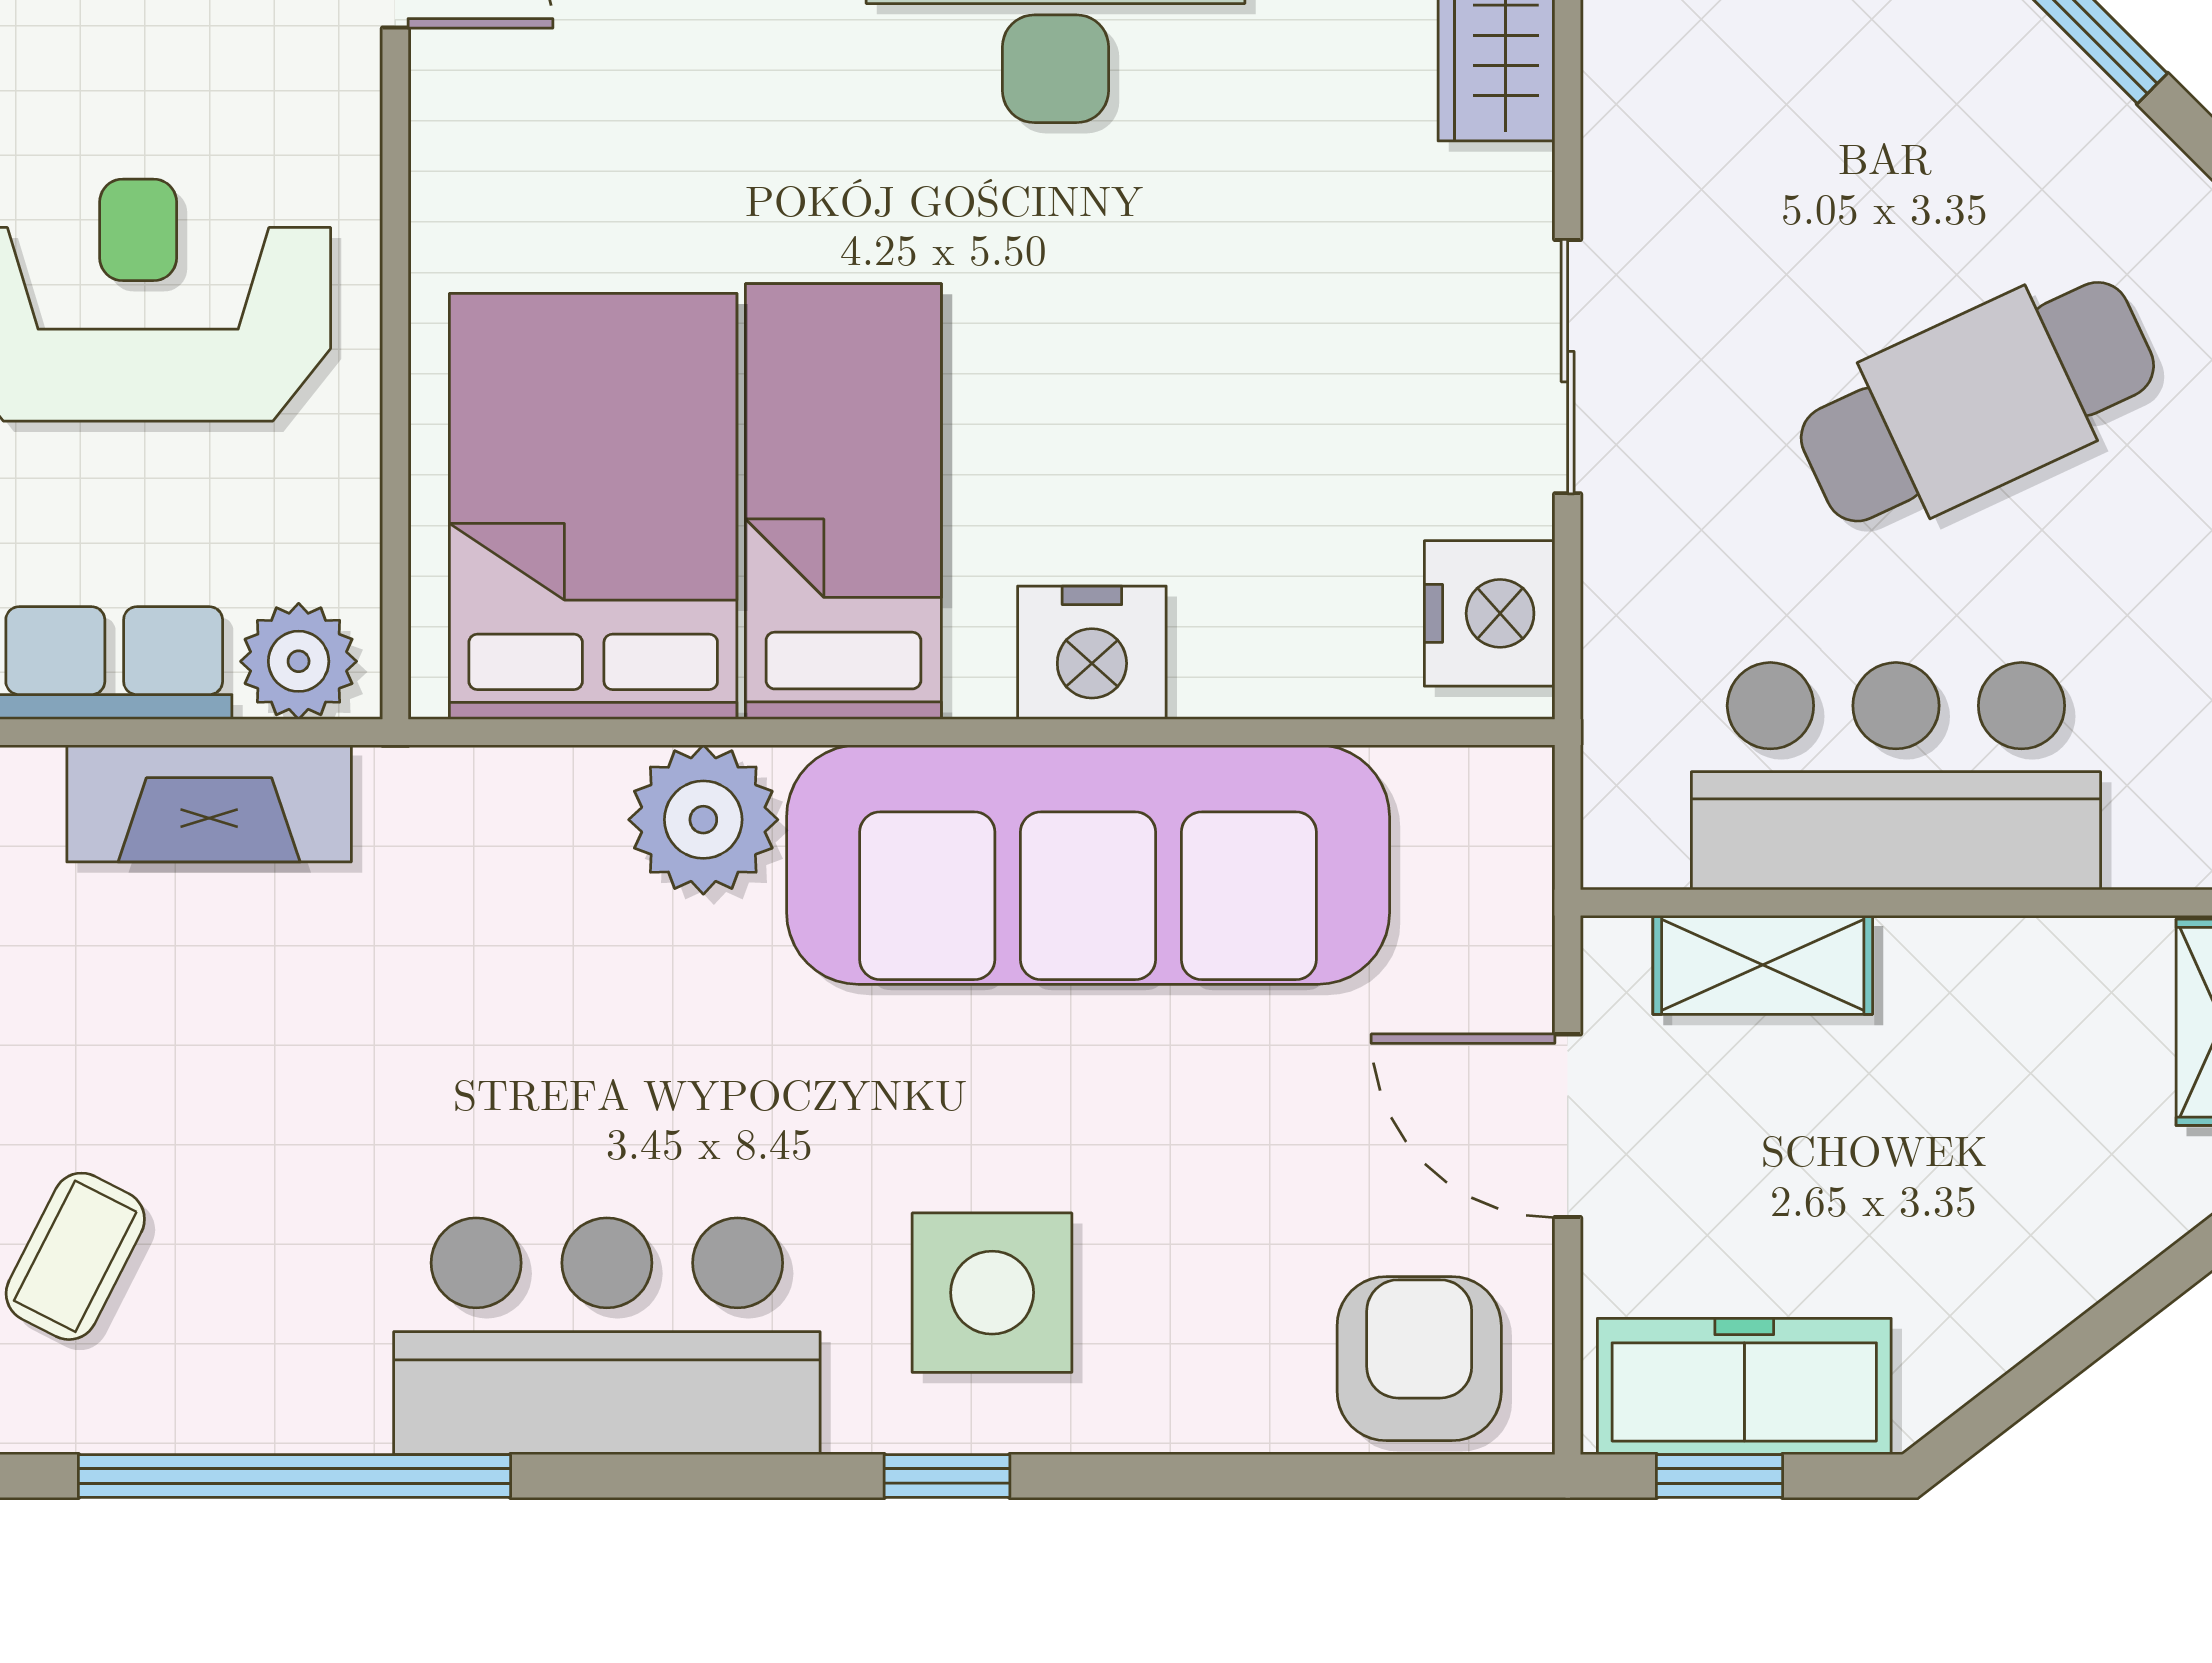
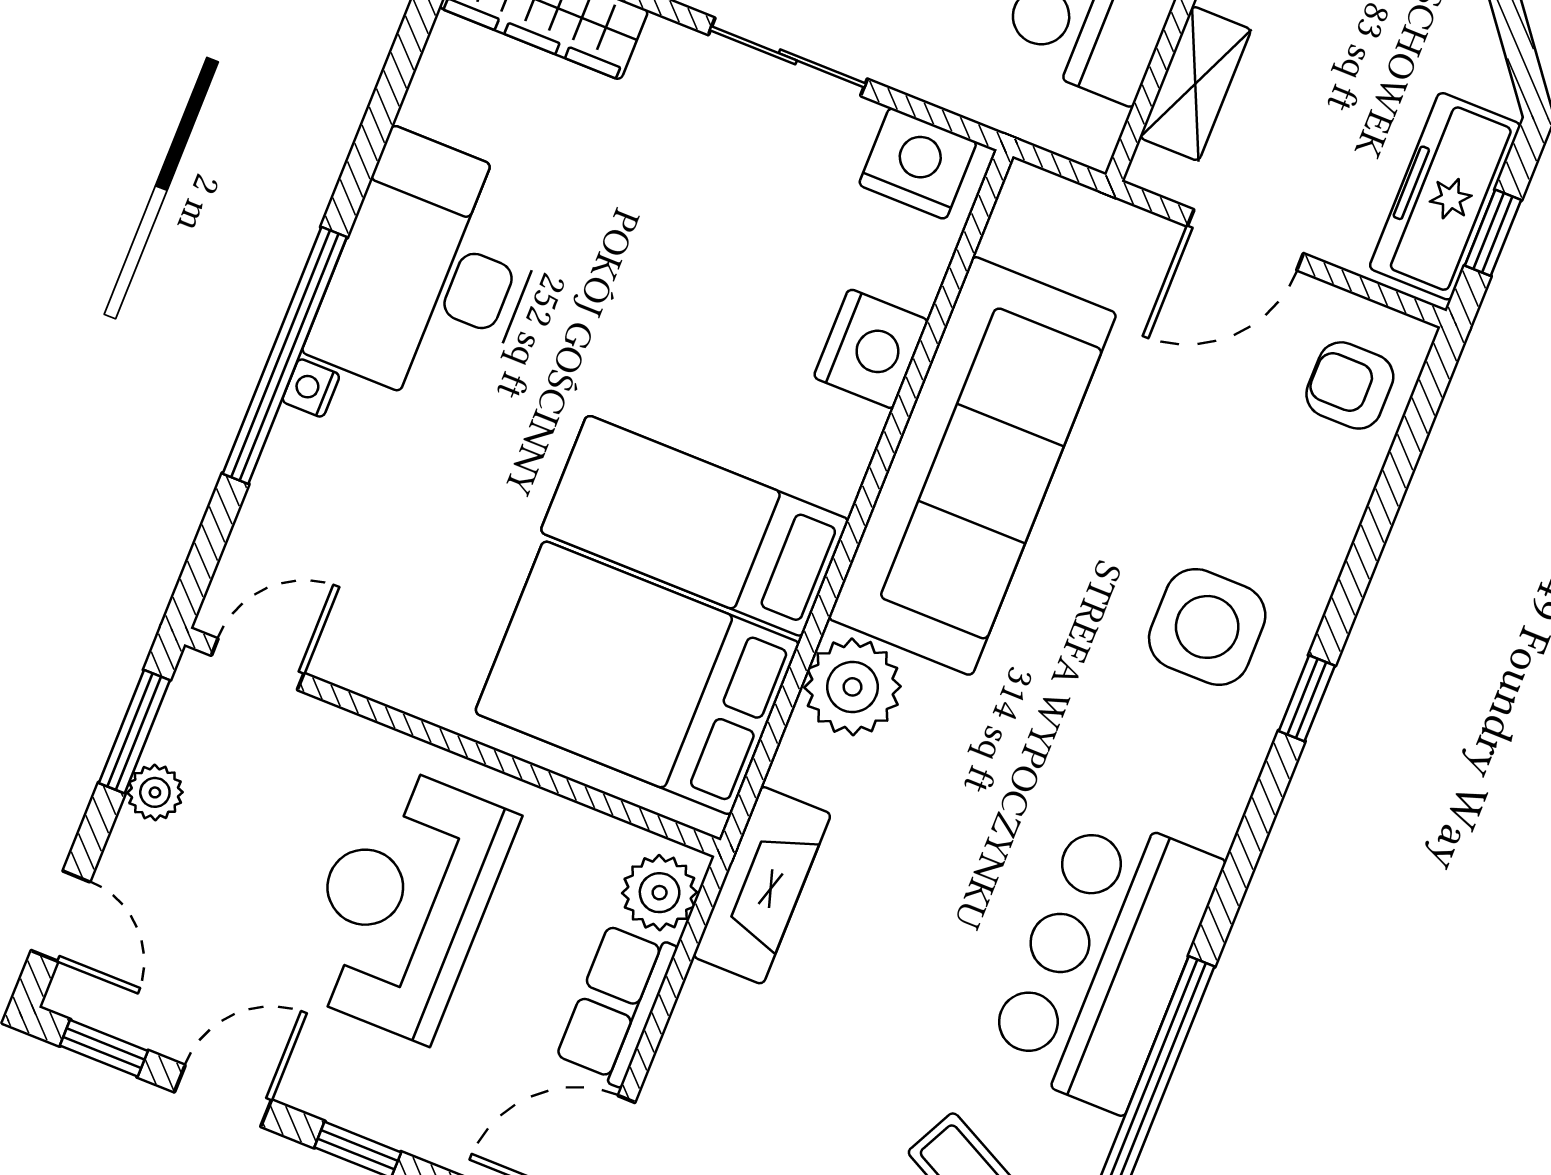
nightstand: (1092, 653) -> (871, 349), moved
fireplace: (209, 803) -> (762, 885), moved
bar counter: (607, 1336) -> (1104, 961), moved
armchair: (1419, 1359) -> (1350, 385), width x0.72, depth x0.72

